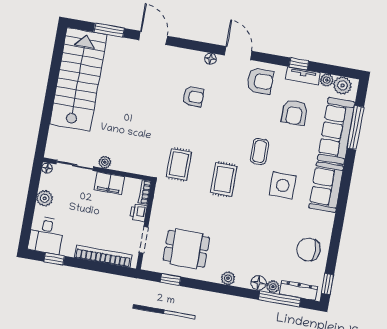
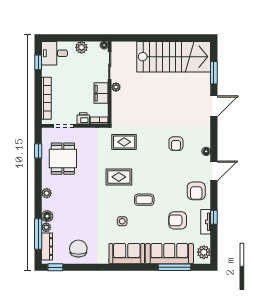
plant: (327, 80) -> (206, 240), removed
side table: (283, 185) -> (122, 221), width x0.54, depth x0.54

